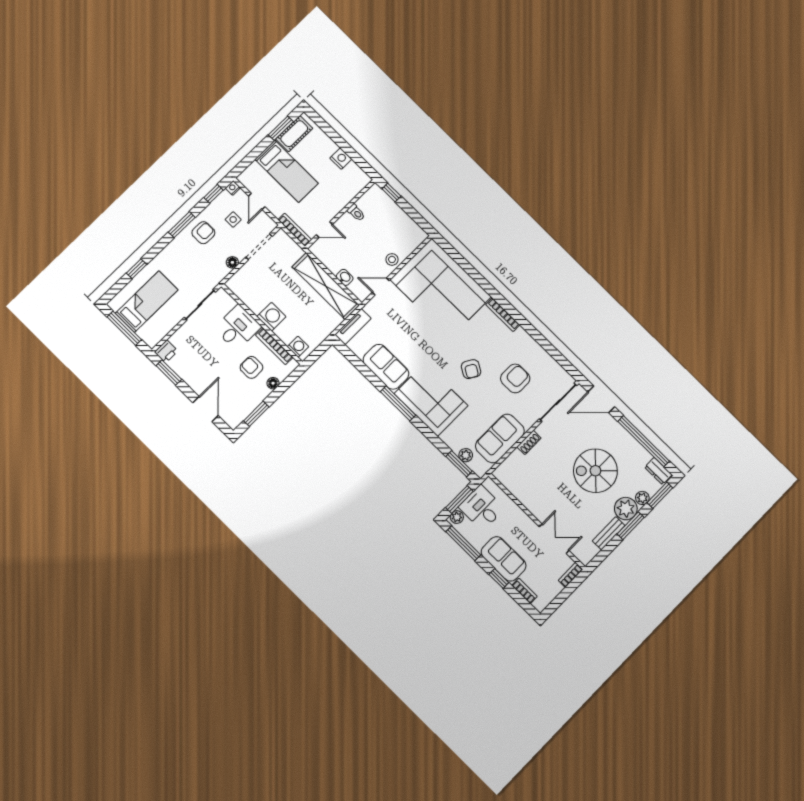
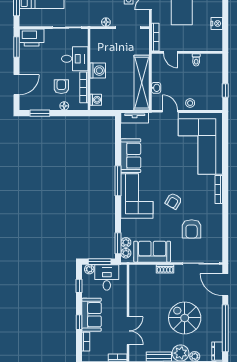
window: (391, 193) -> (225, 91), moved
printer: (166, 351) -> (32, 37), width x1.87, depth x1.48
armchair: (515, 378) -> (192, 229), turned 90
plant: (476, 466) -> (126, 253), added
window: (463, 543) -> (79, 286), width x0.46

